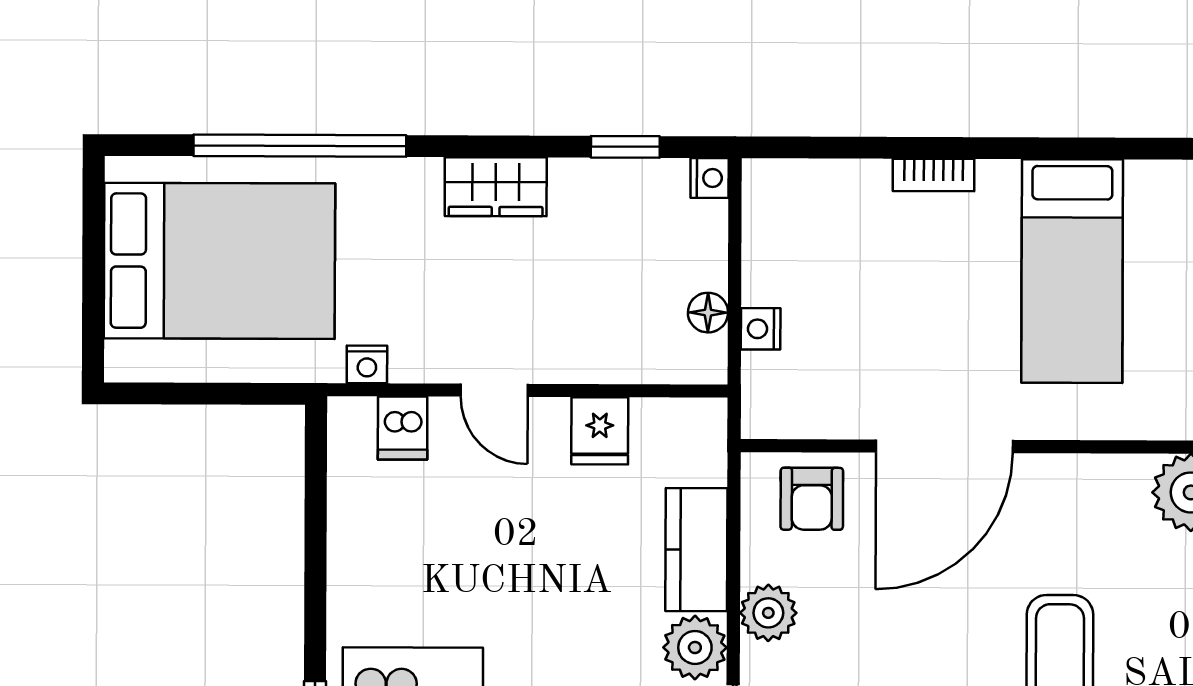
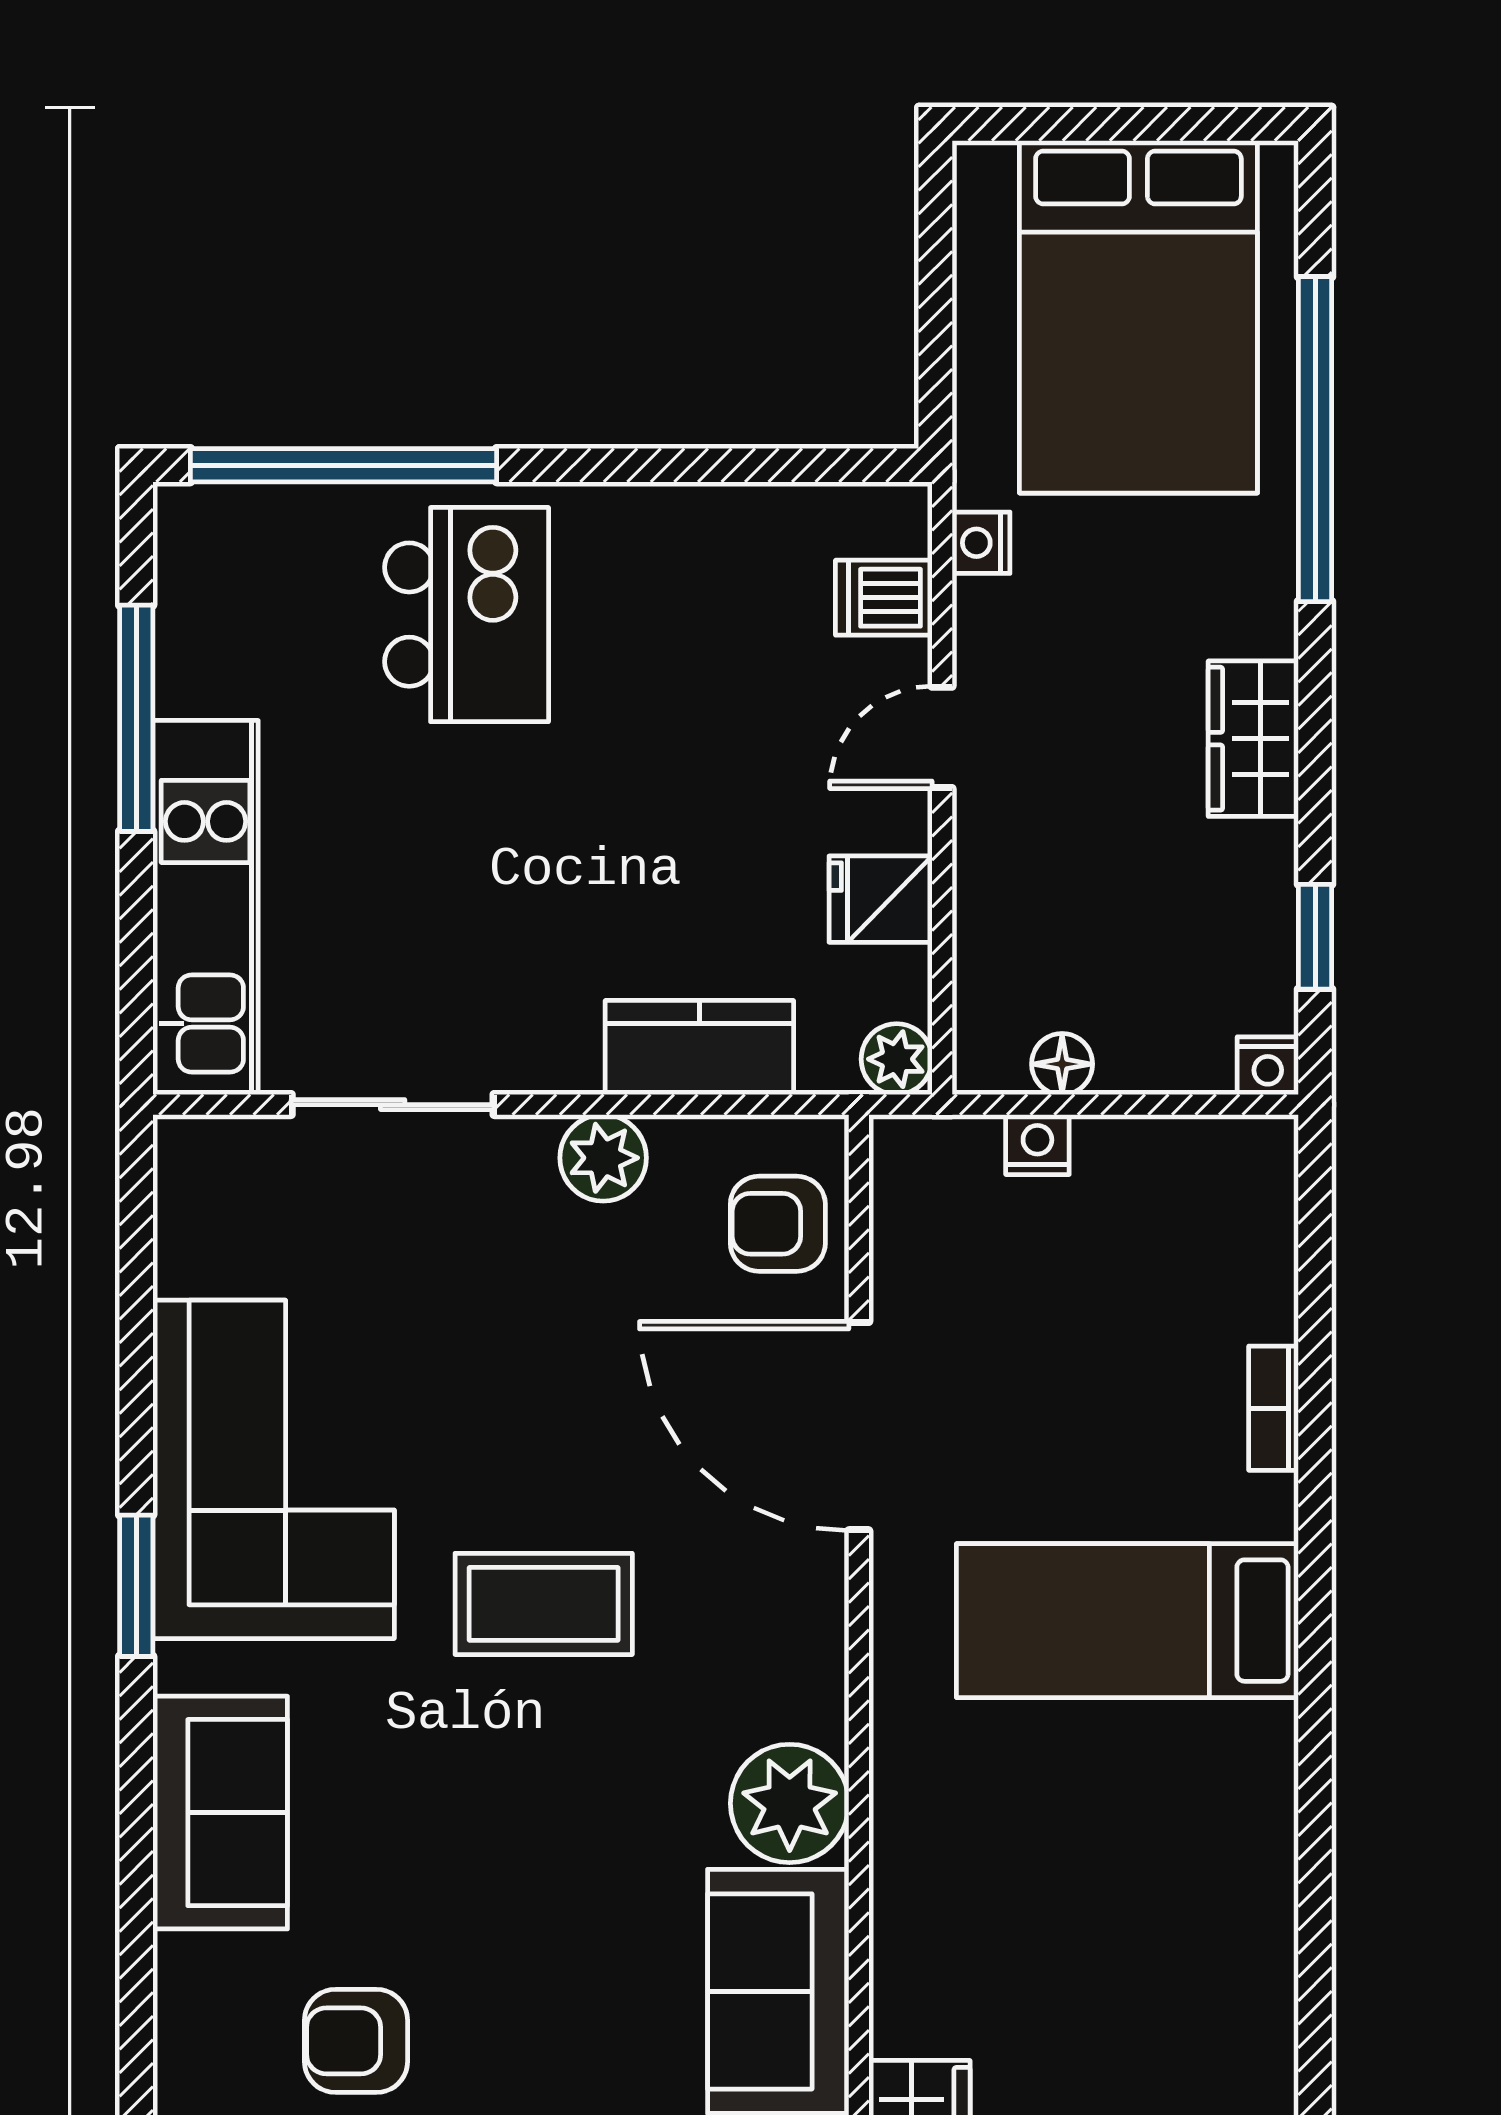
plant: (695, 647) -> (897, 1059), moved, width x0.73, depth x0.73

